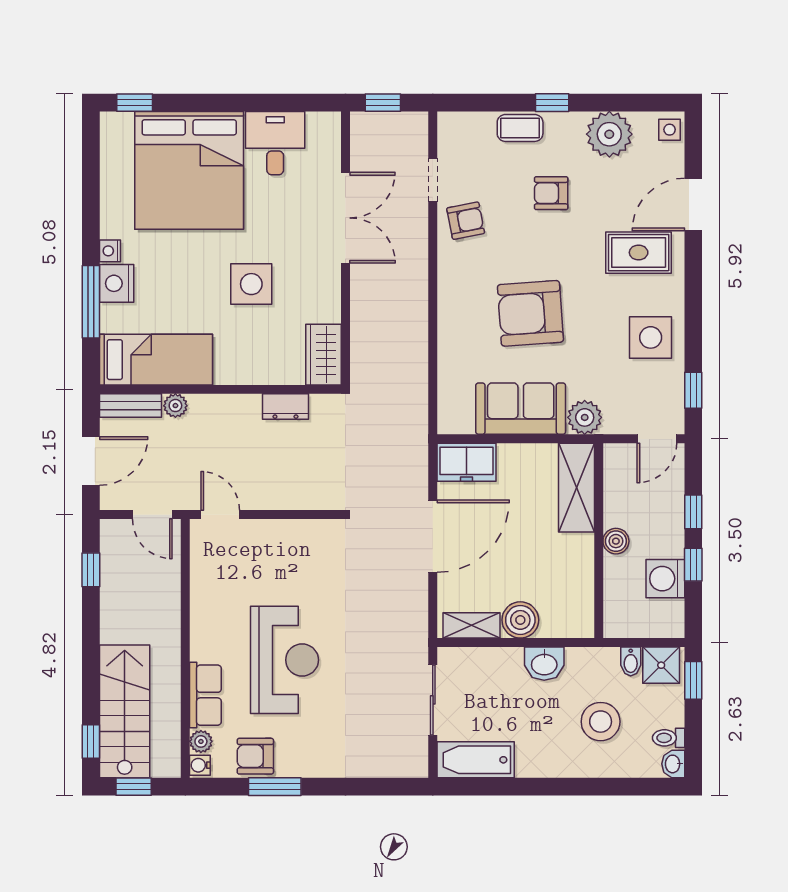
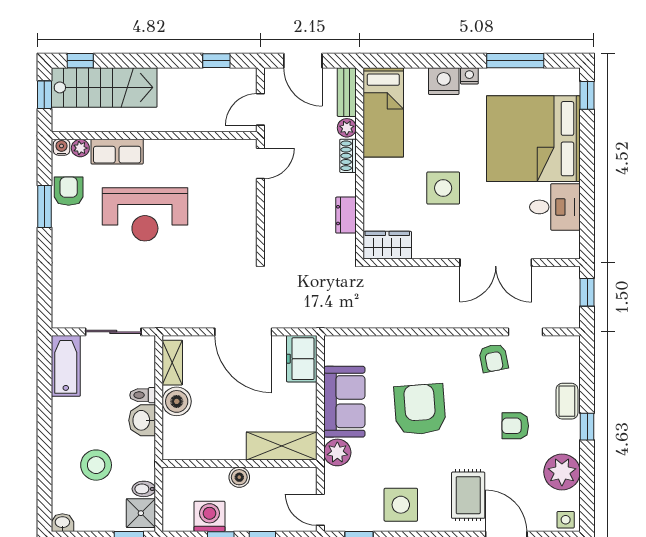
armchair: (551, 193) -> (515, 426), turned -90
window: (91, 302) -> (515, 61), moved
shoe rack: (211, 404) -> (348, 156), added
toilet: (669, 738) -> (143, 395), moved, turned -90

